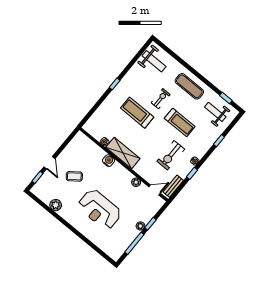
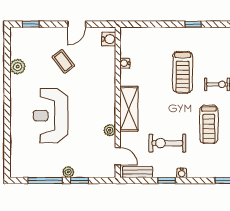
treadmill: (137, 113) -> (183, 72), turned 180
shelving: (123, 153) -> (129, 109), moved
water cooler: (109, 161) -> (109, 39), moved
door: (50, 163) -> (77, 24), moved

